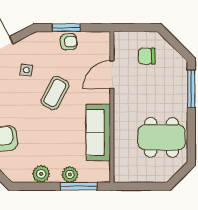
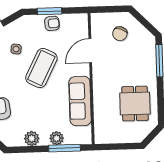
chair: (147, 56) -> (120, 34), turned -70
coffee table: (55, 93) -> (41, 68), width x1.36, depth x1.32
dining table: (162, 137) -> (135, 104), width x0.73

